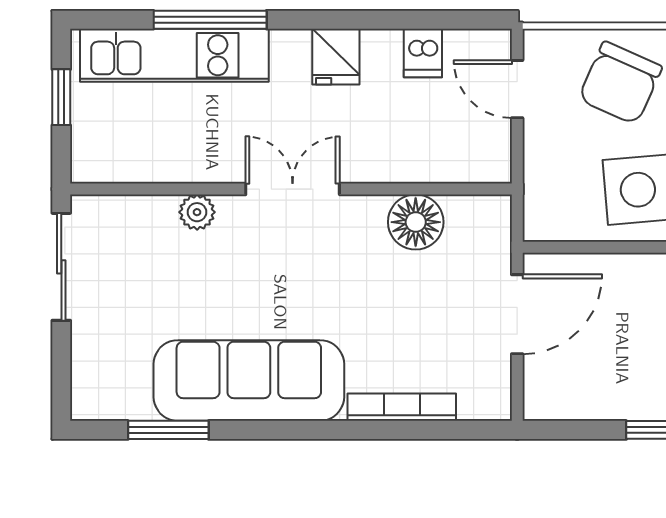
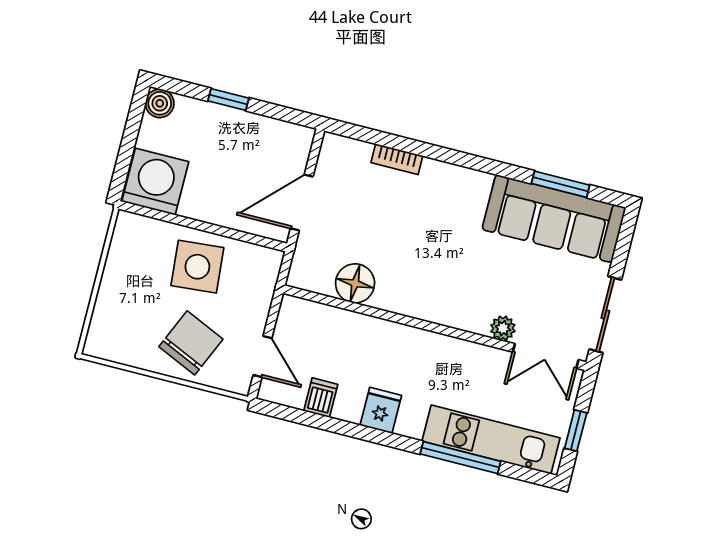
double door: (293, 189) -> (546, 356), moved
sofa: (249, 381) -> (554, 219), moved
bookcase: (402, 407) -> (397, 159), width x0.64

